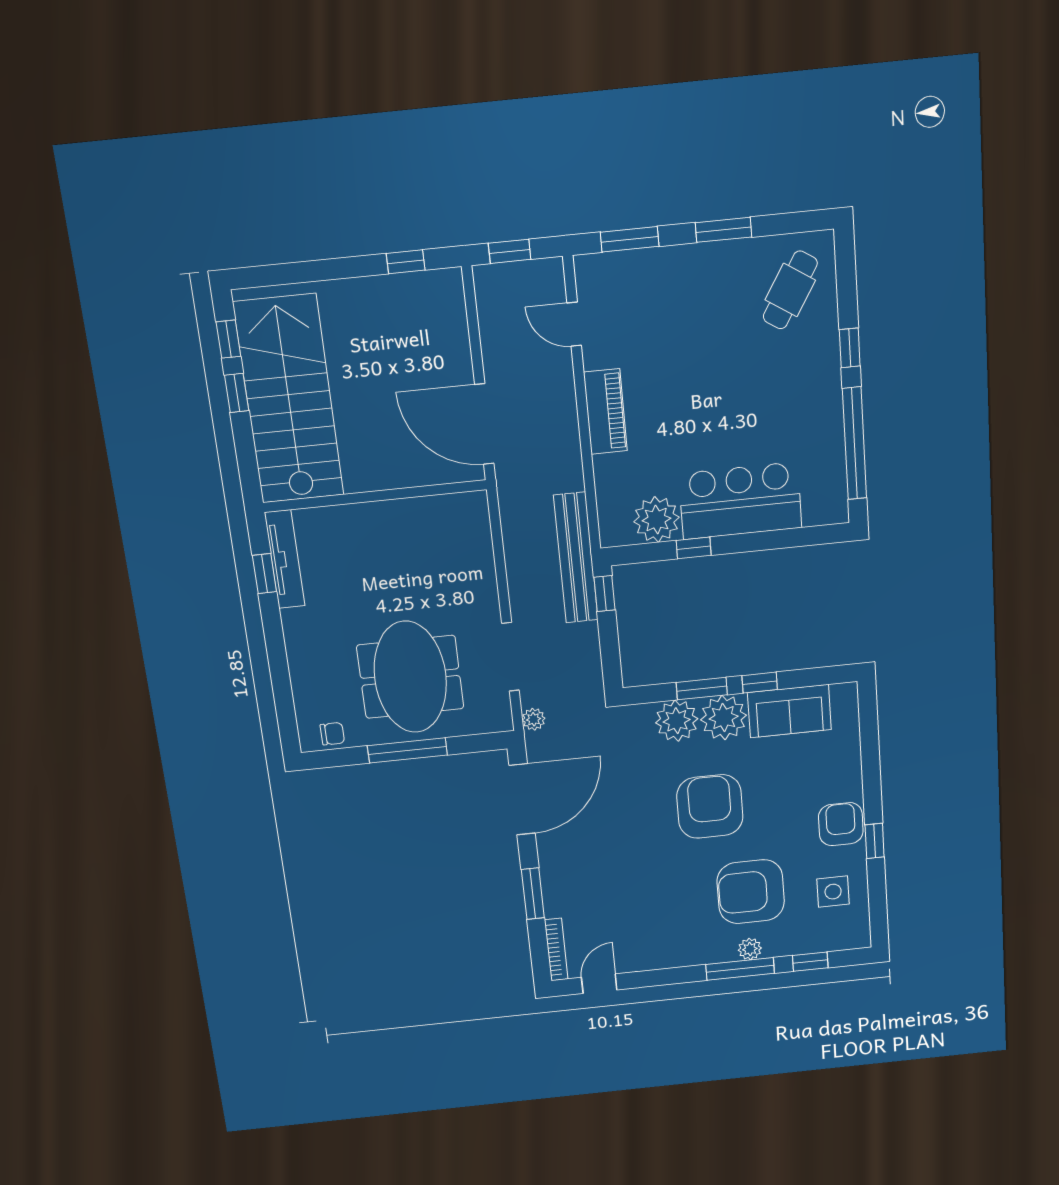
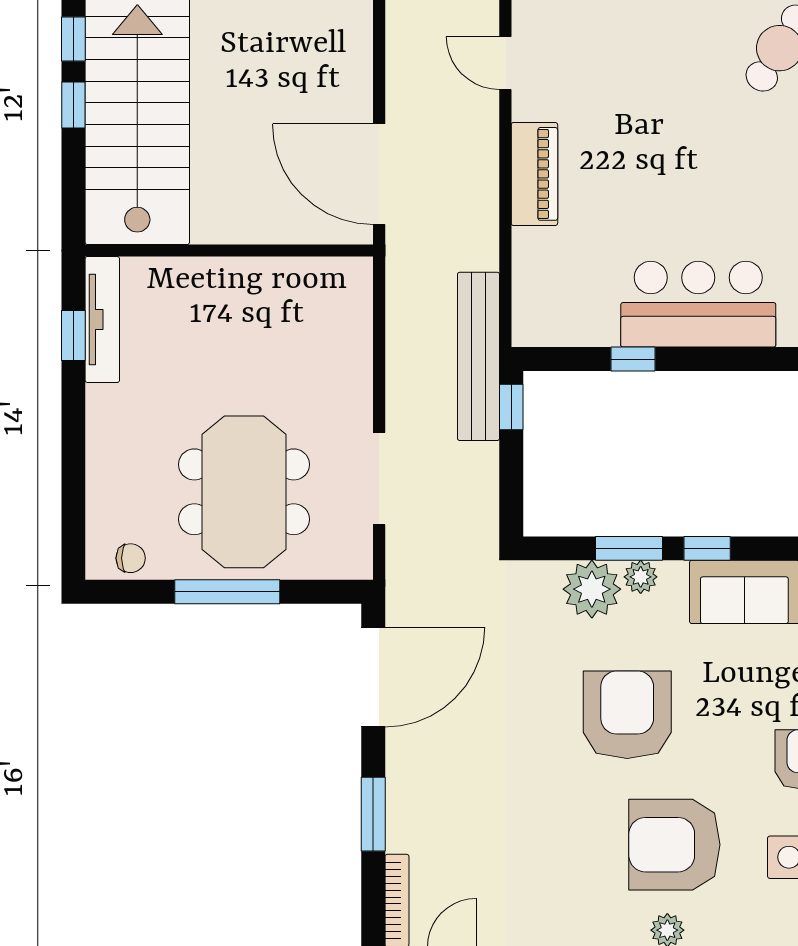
plant: (657, 519) -> (588, 317), removed
plant: (724, 718) -> (641, 577), width x0.53, depth x0.53
plant: (534, 719) -> (401, 567), removed

